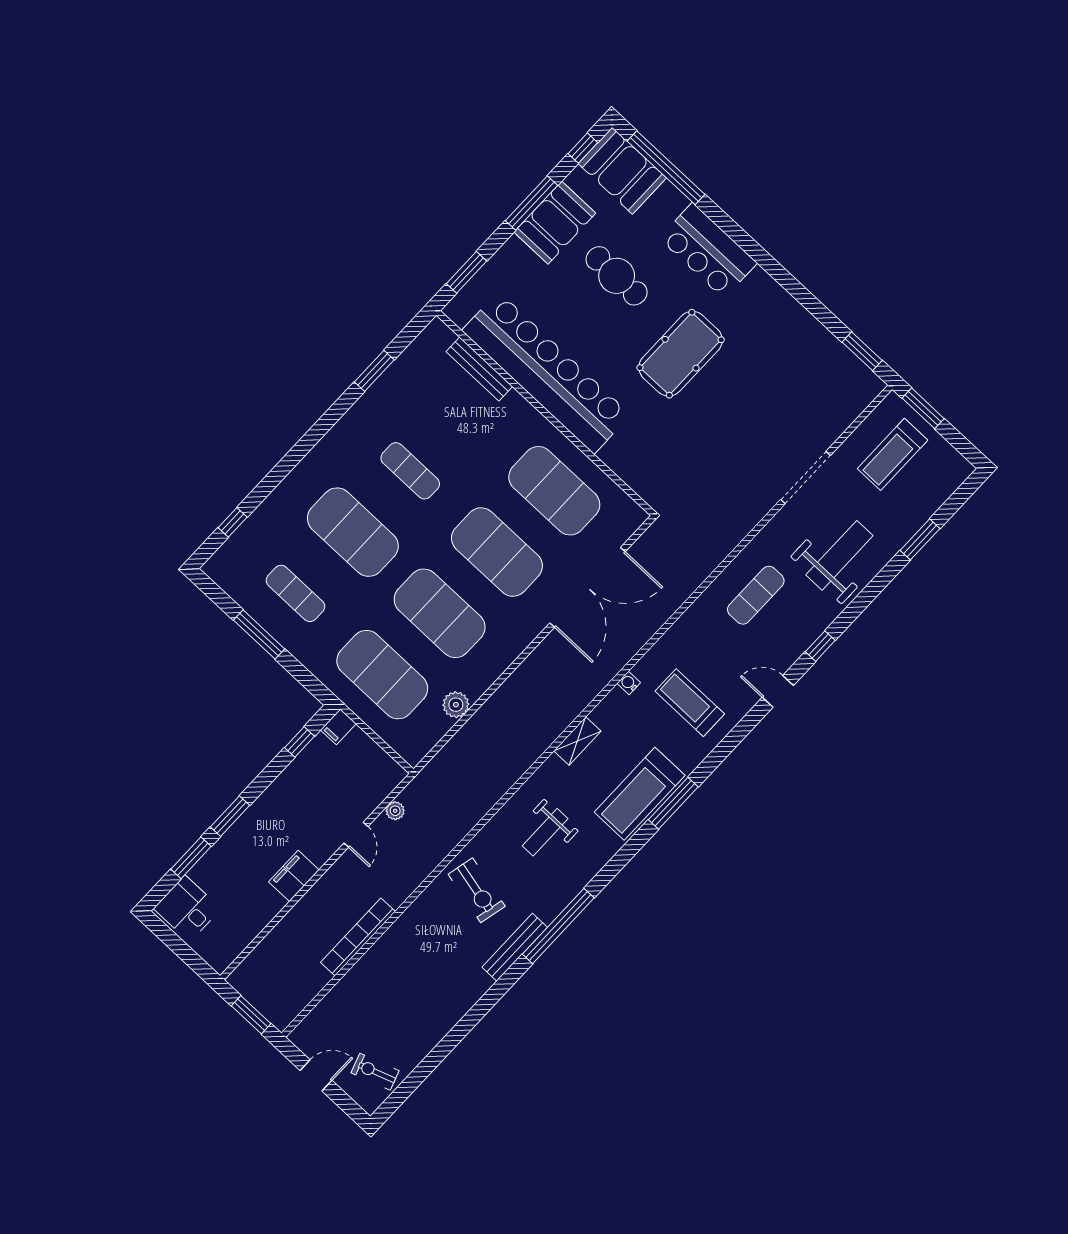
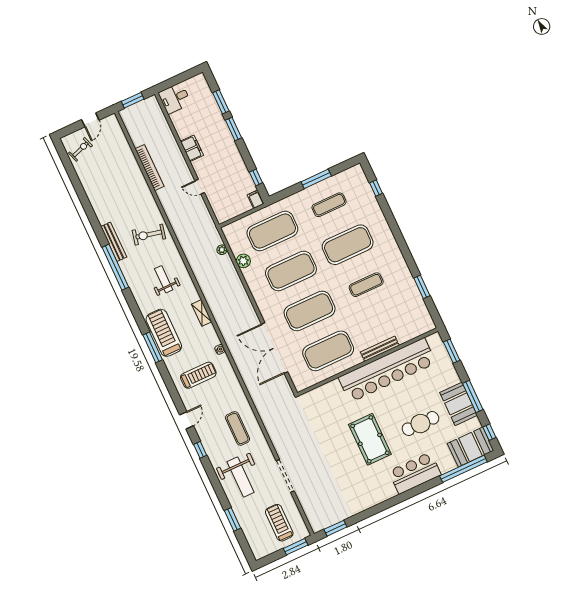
bench: (479, 369) -> (380, 349), moved
plant: (395, 811) -> (222, 250), moved
desk: (187, 909) -> (175, 98), moved, turned 180

